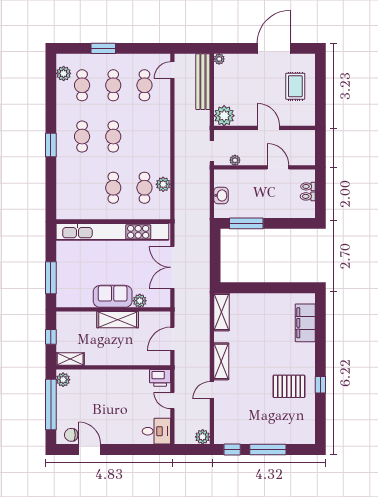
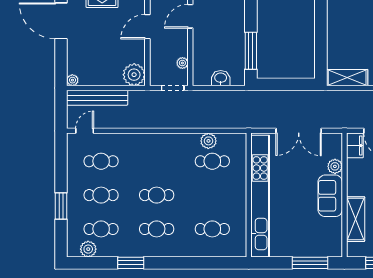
door: (172, 70) -> (85, 131), swing flipped
window: (51, 145) -> (131, 263), moved
cafe table: (113, 188) -> (212, 229), moved
filing cabinet: (159, 319) -> (355, 145), added
shelving: (118, 320) -> (356, 219), moved

